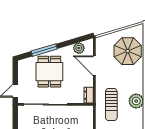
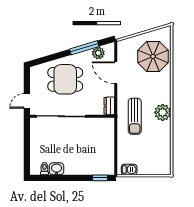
window: (44, 50) -> (84, 48), moved
dining table: (49, 72) -> (65, 79), turned 90

